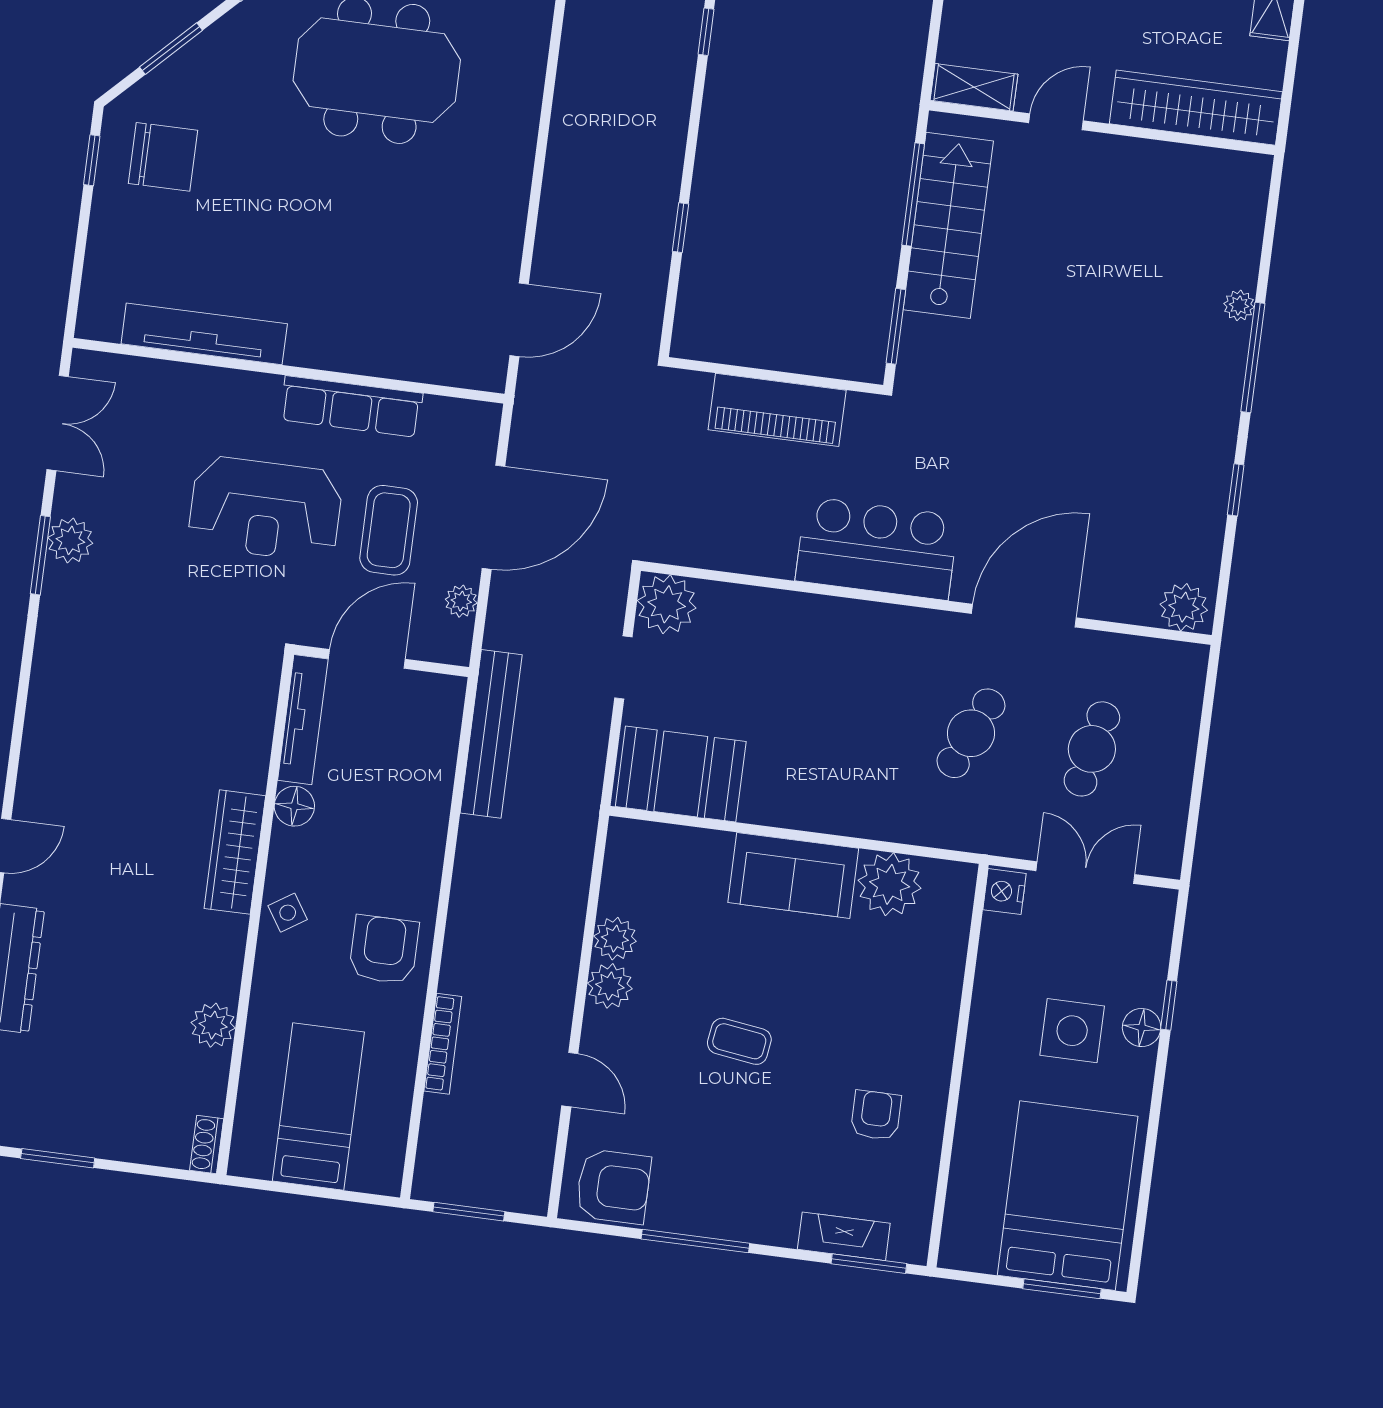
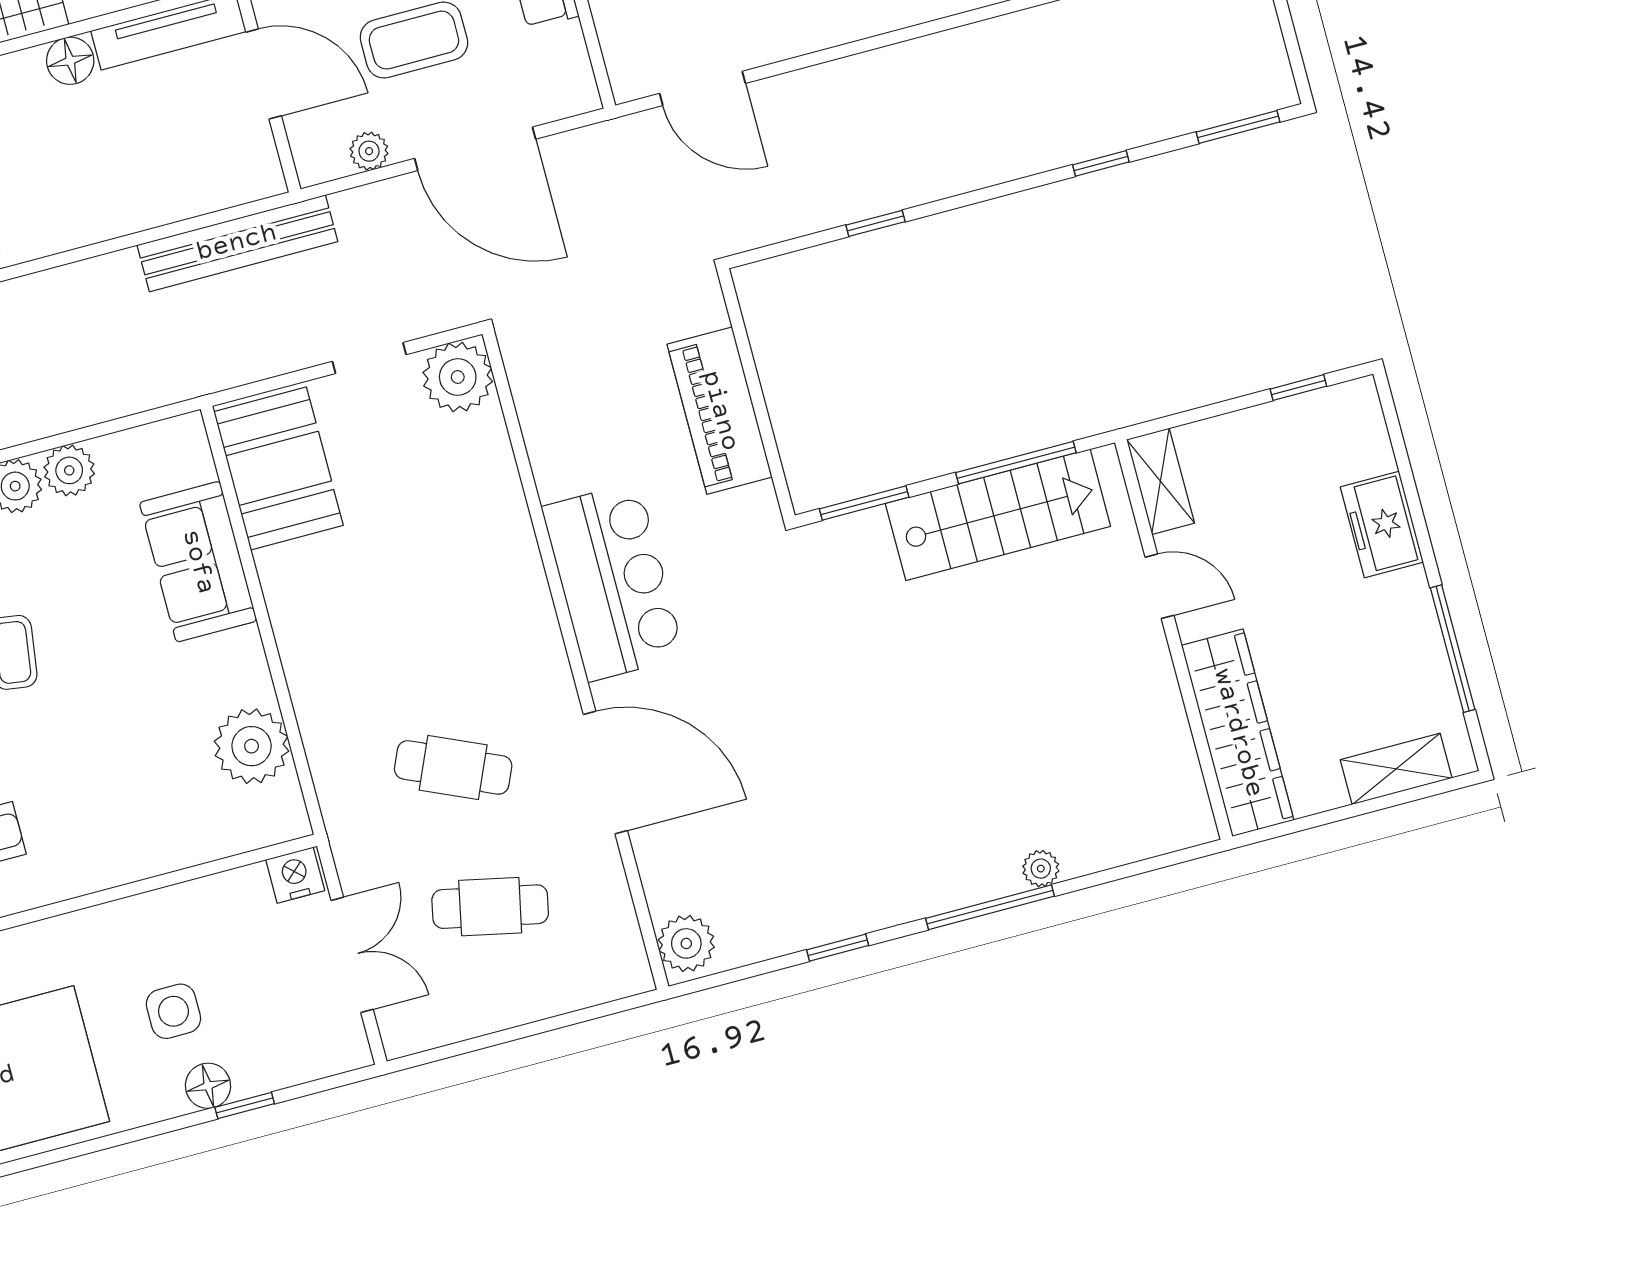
sofa: (793, 875) -> (198, 562), moved
side table: (1072, 1031) -> (173, 1011), width x0.73, depth x0.73

